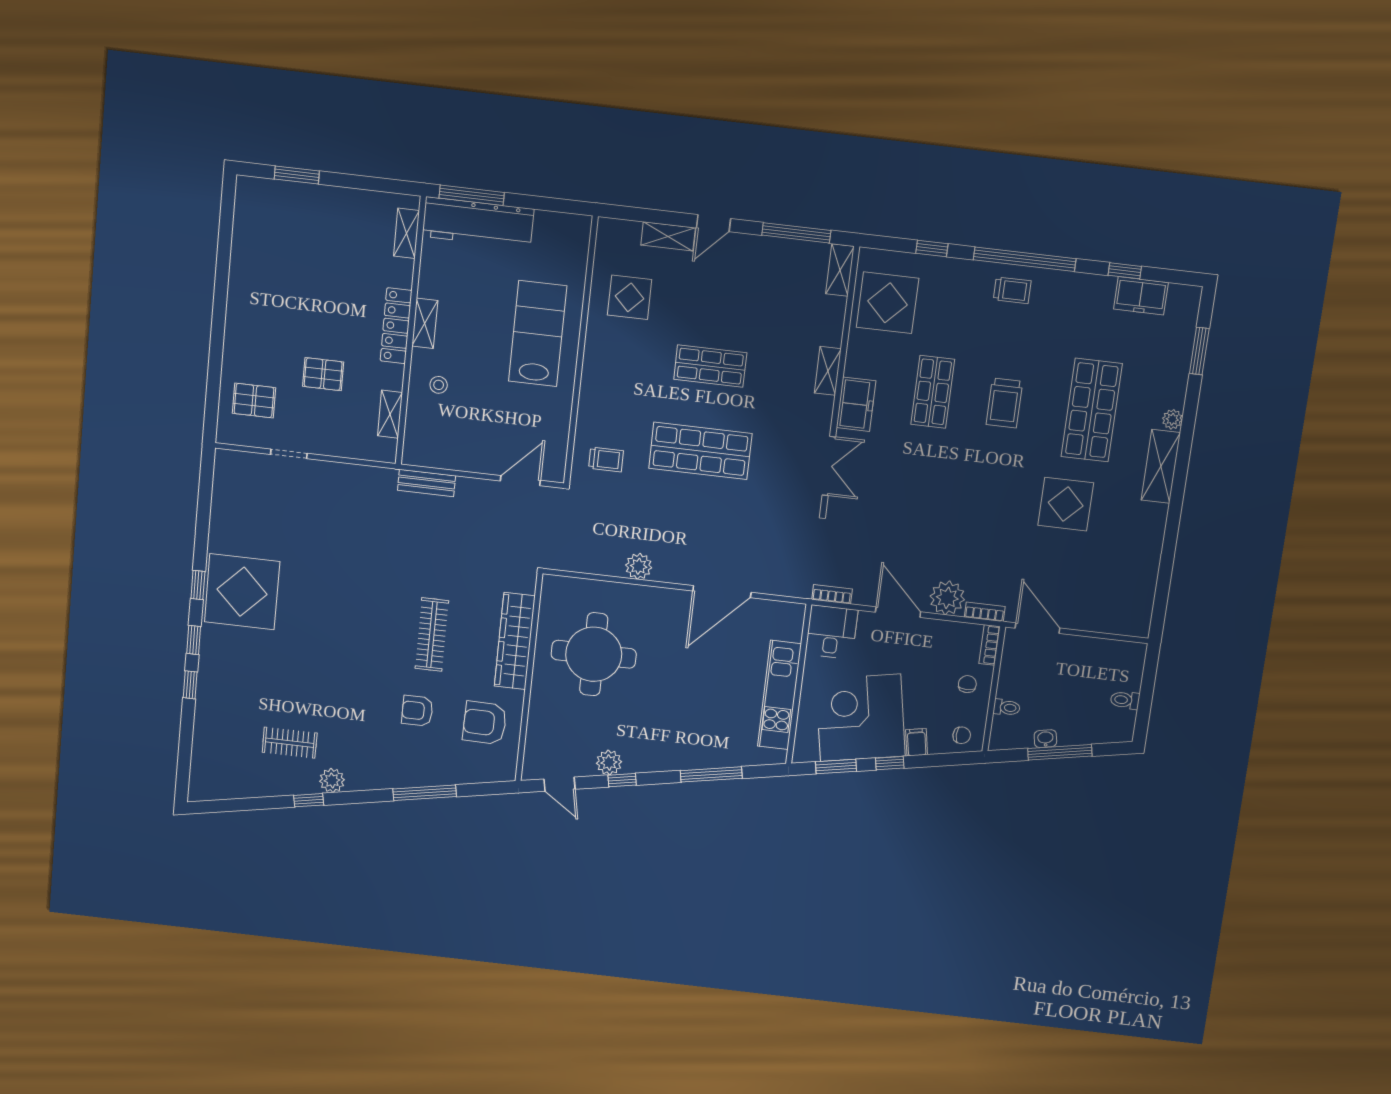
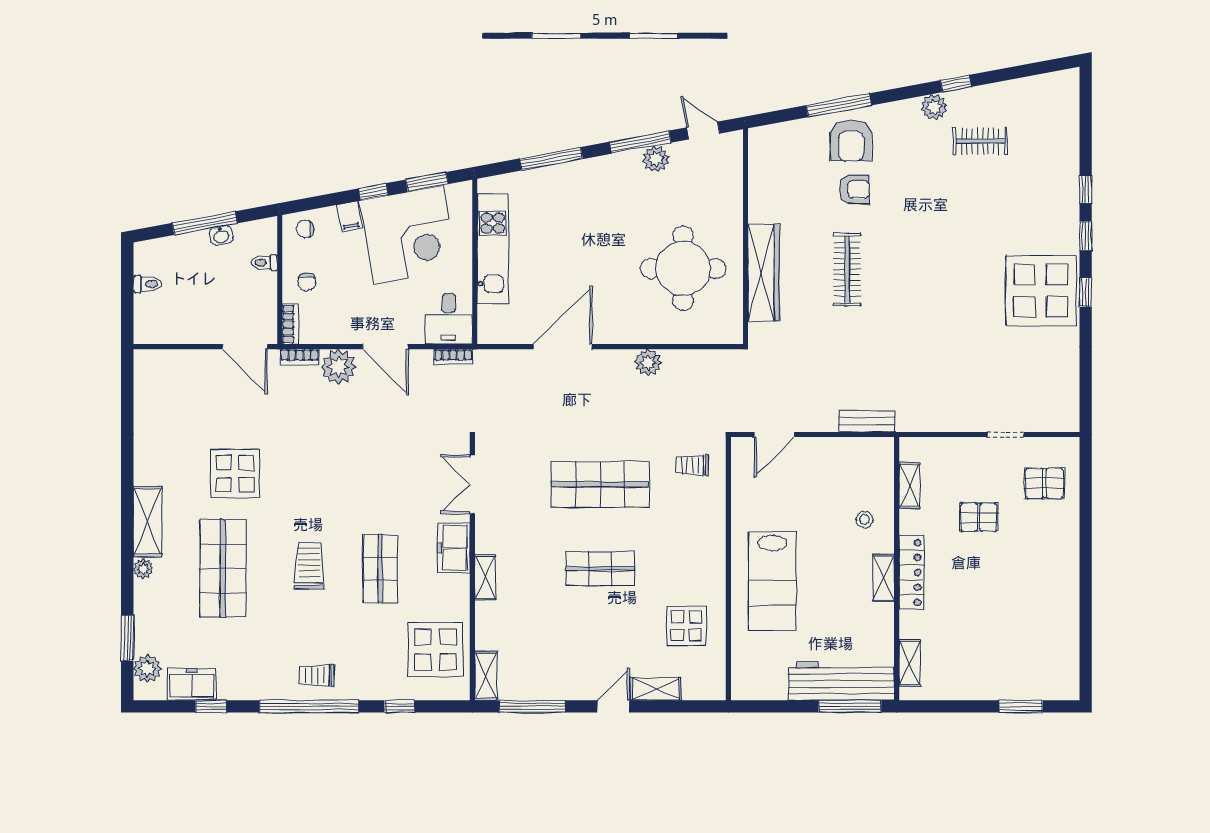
plant: (1184, 317) -> (147, 669), added
armchair: (485, 723) -> (851, 140), moved, turned 89
window: (622, 780) -> (640, 142), width x2.17

